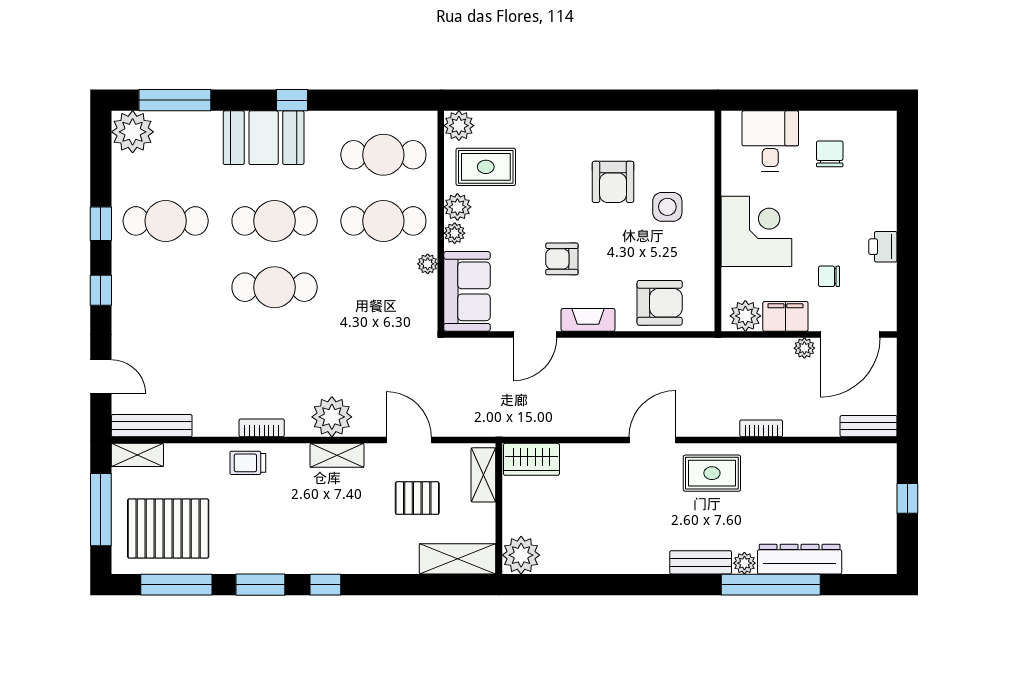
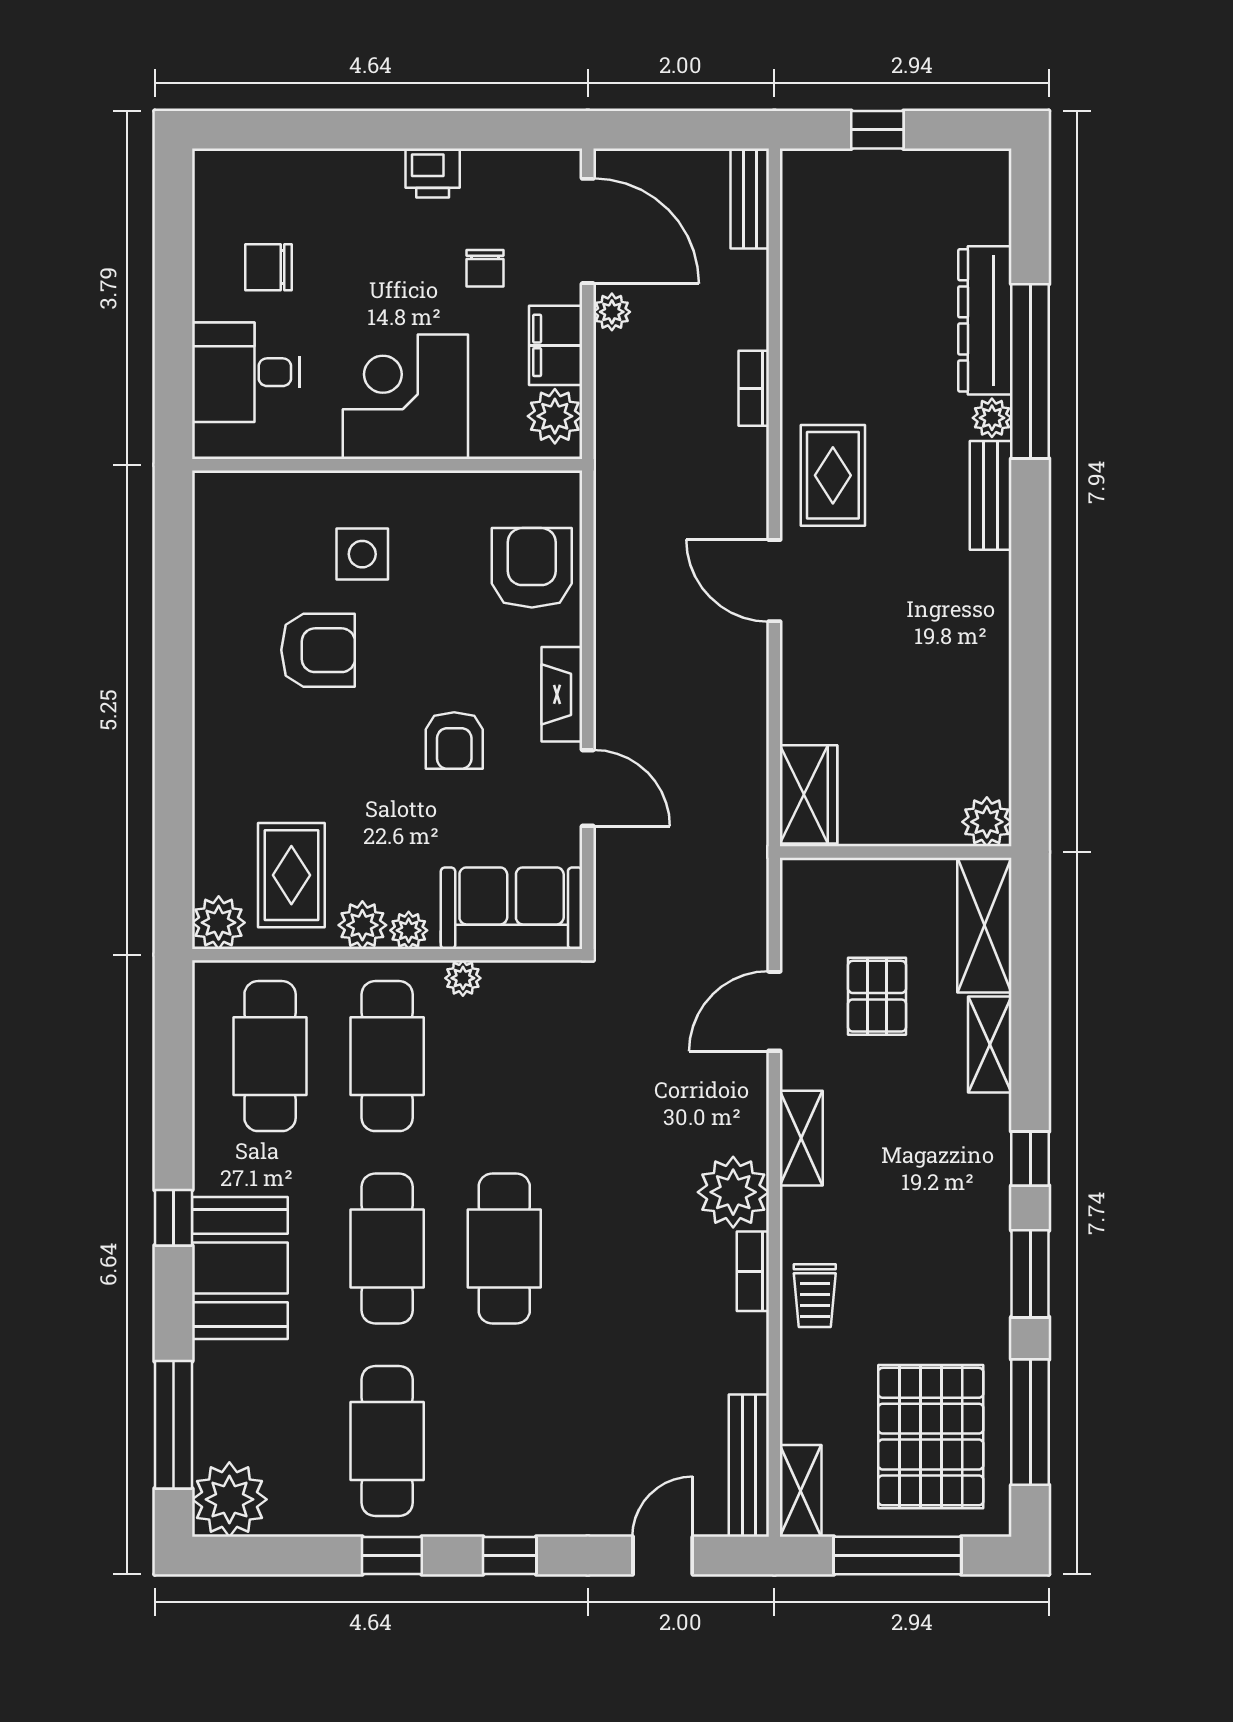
plant: (332, 417) -> (733, 1192), moved
shelving: (483, 475) -> (990, 1044), moved, turned 90
plant: (521, 555) -> (987, 822), width x0.73, depth x0.73

